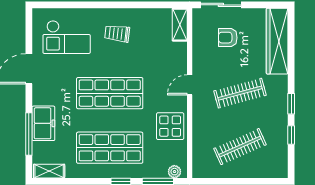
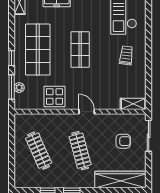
armchair: (228, 38) -> (123, 141), turned 90
shop shelf: (110, 93) -> (80, 50), width x0.70, depth x0.74
plant: (174, 172) -> (19, 88), moved

